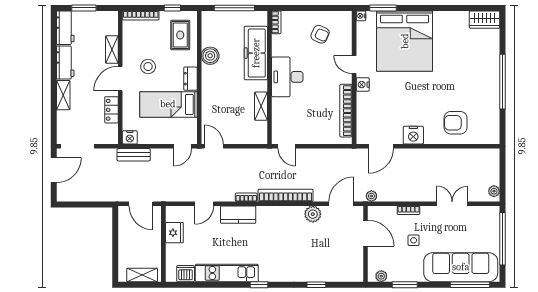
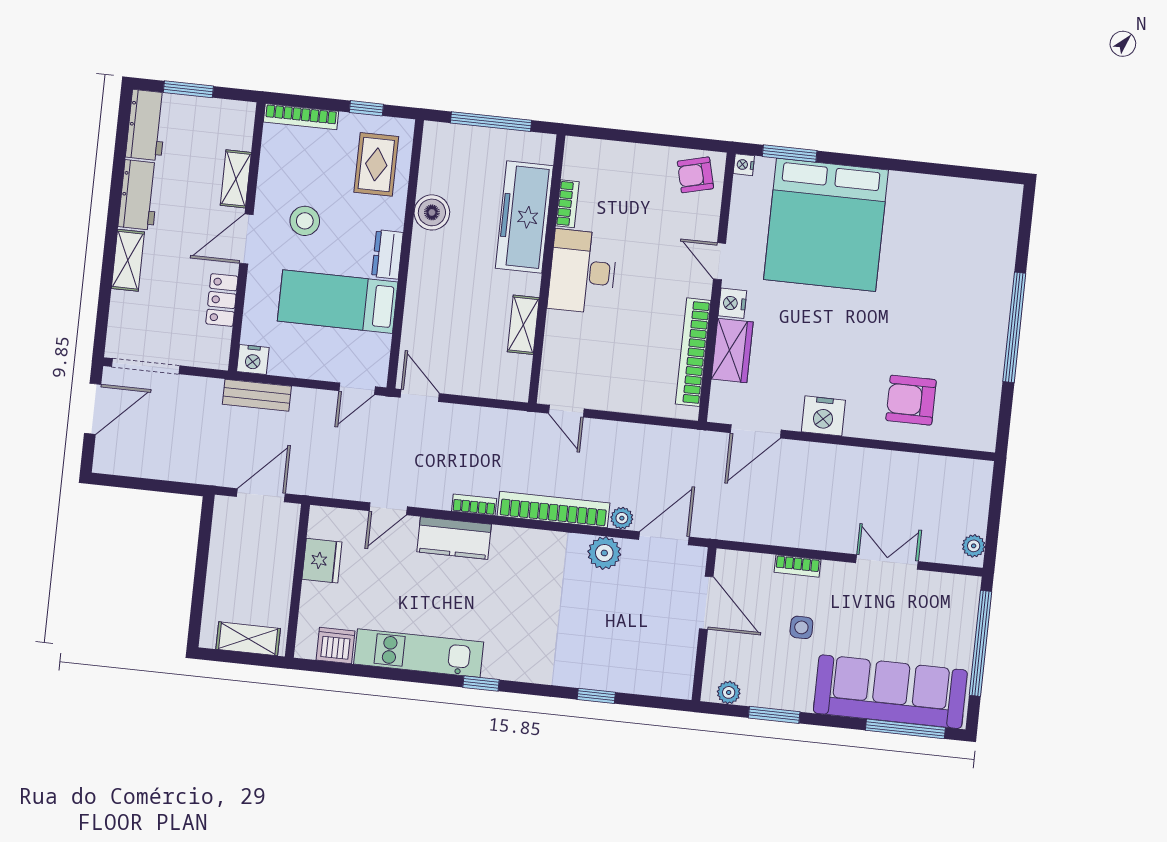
wardrobe: (485, 20) -> (732, 351), moved, turned -90
bookcase: (276, 22) -> (567, 204), moved
armchair: (320, 34) -> (695, 175), moved, turned 142
plant: (371, 196) -> (622, 518), moved
door: (141, 204) -> (261, 495), swing flipped

